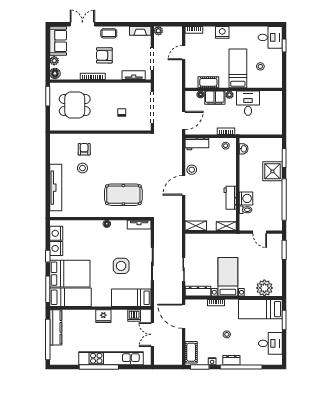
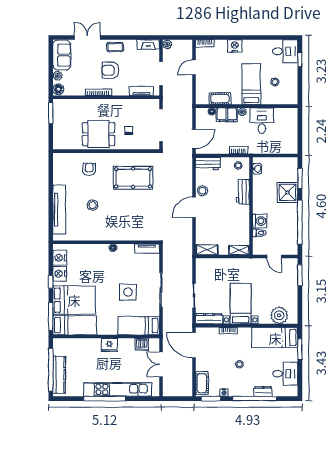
dining table: (75, 105) -> (99, 134), moved
stool: (82, 168) -> (93, 205), moved
pool table: (123, 195) -> (133, 178), moved
workbench: (230, 198) -> (243, 192), moved
kitchen counter: (56, 327) -> (59, 375), moved
dresser: (231, 360) -> (263, 391), moved

